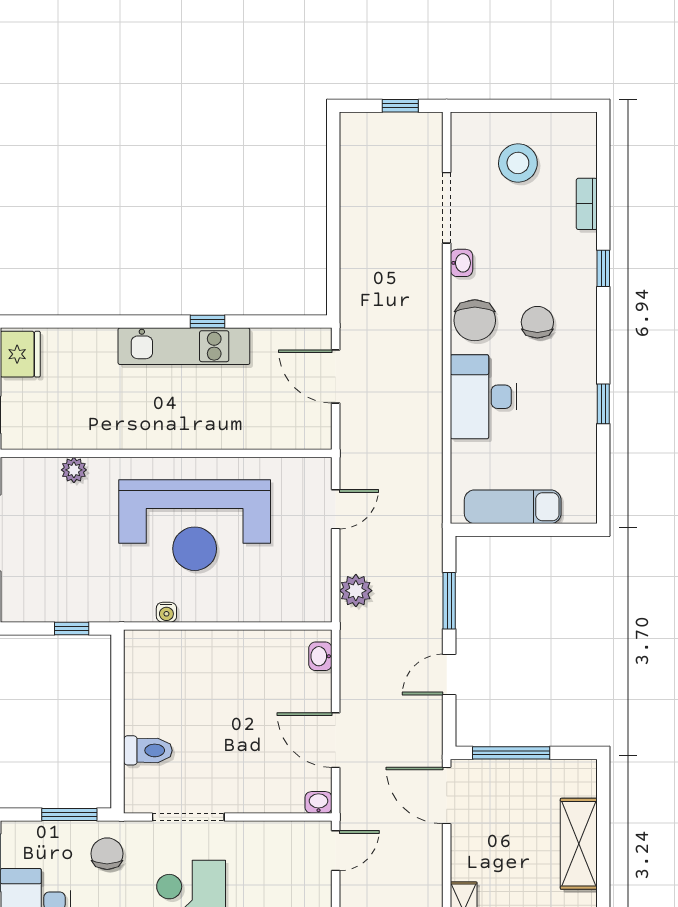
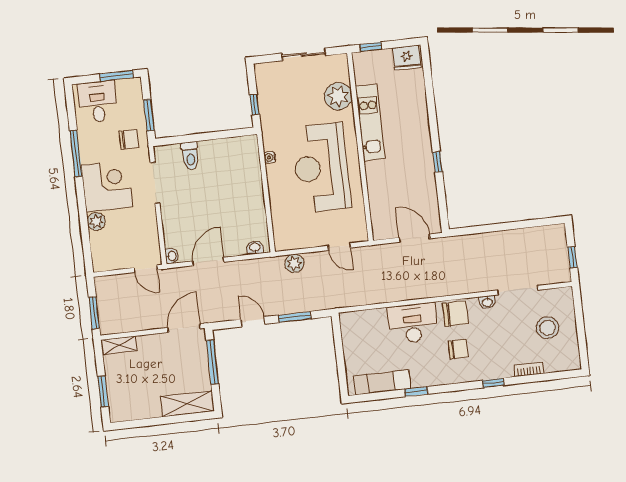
chair: (475, 320) -> (455, 313), turned 180
kitchen unit: (184, 346) -> (370, 123), moved, turned 180
door: (336, 377) -> (415, 238), hinge flipped
plant: (74, 470) -> (338, 96), width x1.88, depth x1.88
exam couch: (513, 507) -> (382, 382), moved, turned -90
shelving: (579, 844) -> (187, 404), moved

